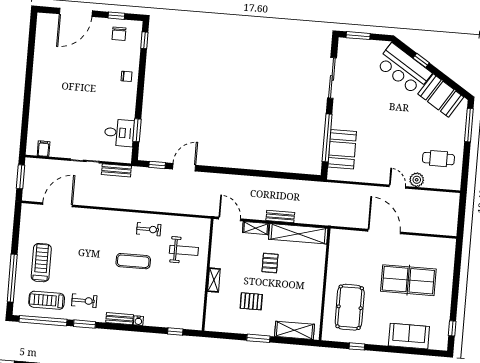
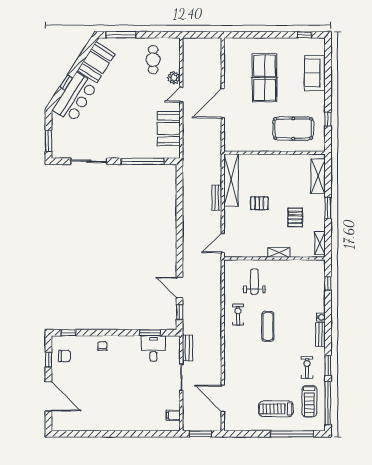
booth: (342, 149) -> (169, 129), moved, turned 90
shelving: (256, 228) -> (320, 243), moved

